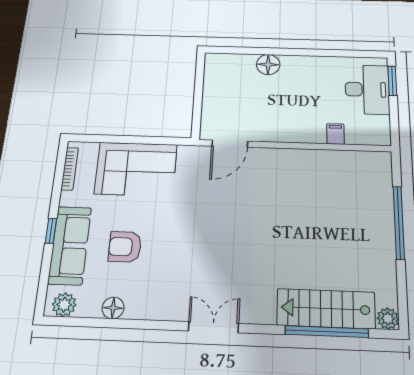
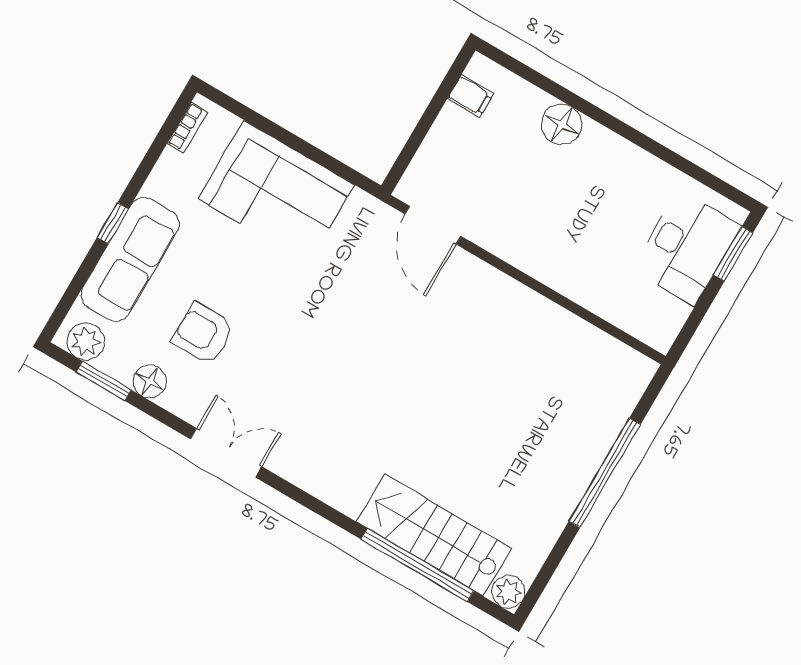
filing cabinet: (335, 134) -> (470, 96), moved, turned 90
door: (230, 144) -> (433, 225), hinge flipped
bookcase: (70, 169) -> (187, 128), width x0.64
armchair: (125, 247) -> (203, 333), moved
window: (85, 322) -> (104, 381), added
double door: (213, 327) -> (226, 453), moved

